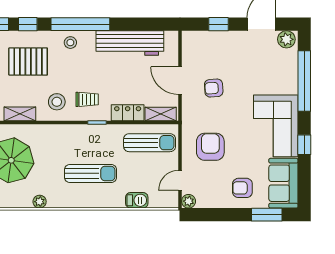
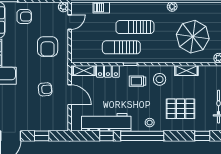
window: (28, 24) -> (107, 136), moved
sun lounger: (150, 143) -> (121, 47), moved

